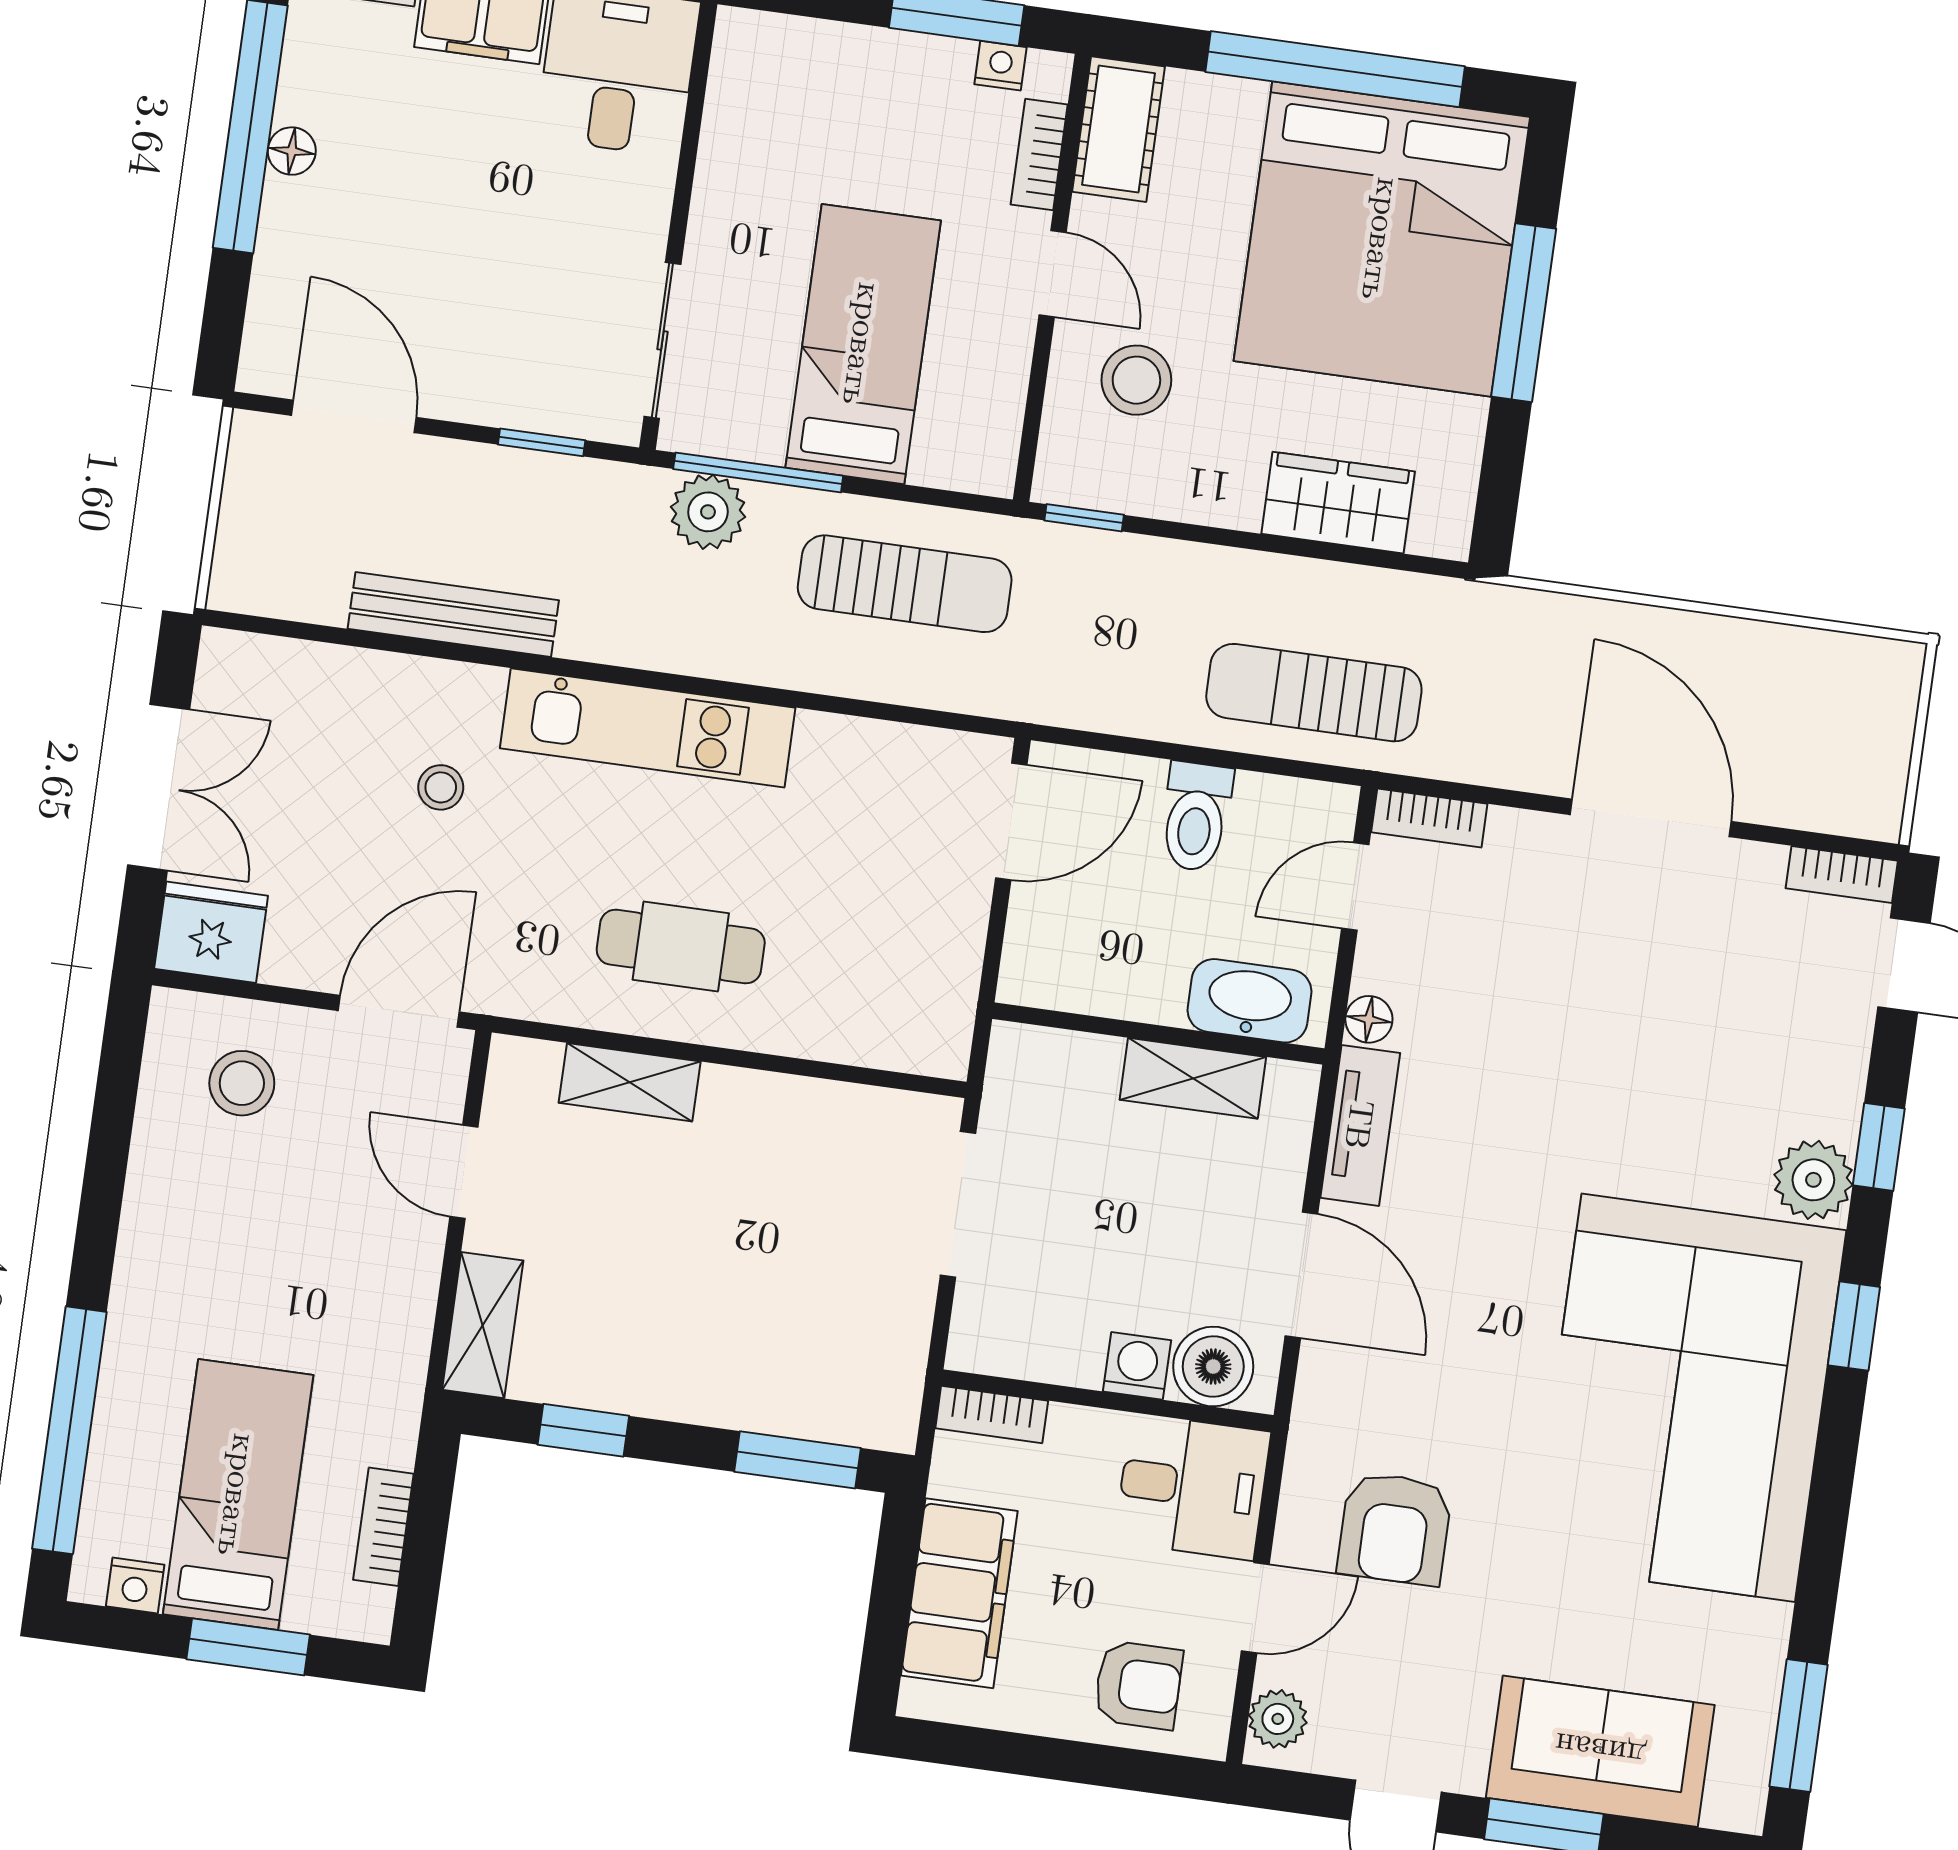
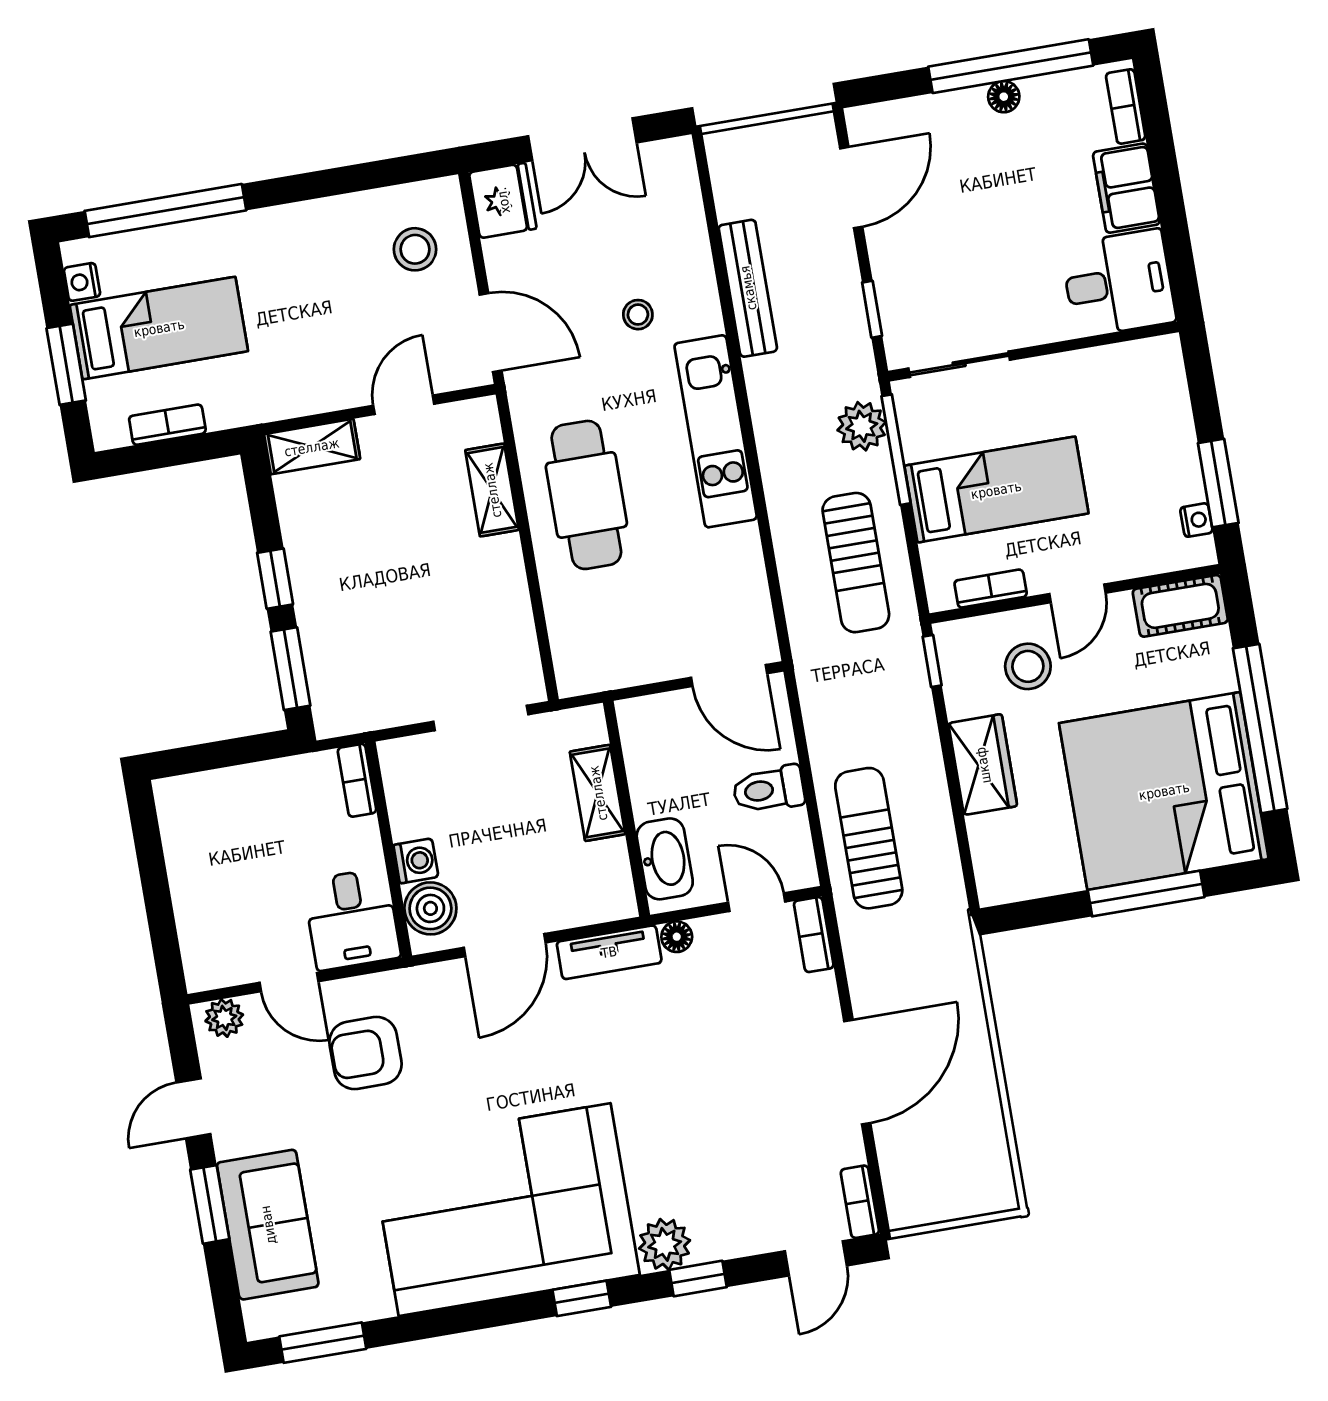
bookcase: (1039, 154) -> (991, 589), moved
wardrobe: (1338, 503) -> (983, 765), moved
cafe table: (681, 946) -> (586, 495), width x1.37, depth x1.35
shelving: (1193, 1078) -> (598, 793), moved
window: (583, 1430) -> (275, 579), moved
filing cabinet: (959, 1593) -> (240, 795), removed
armchair: (1138, 1685) -> (218, 925), removed

